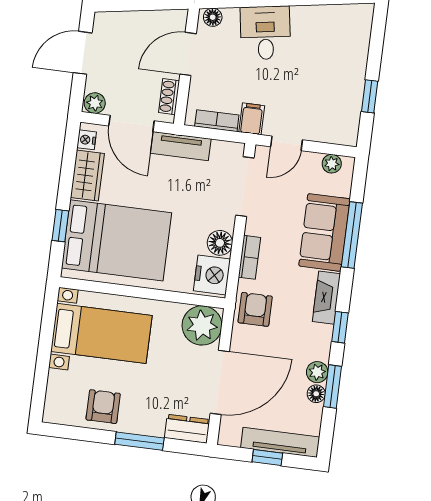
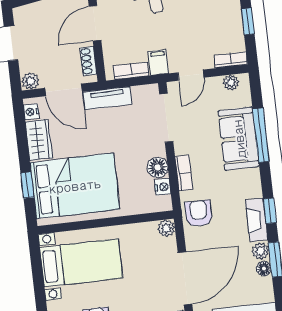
bookcase: (338, 137) -> (231, 60), added
nightstand: (212, 275) -> (163, 187), width x0.53, depth x0.56
fireplace: (326, 298) -> (257, 220), moved
plant: (202, 325) -> (166, 228), width x0.53, depth x0.53

